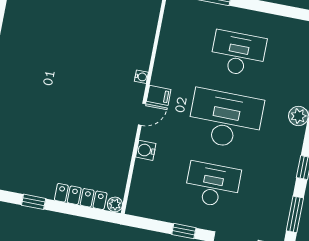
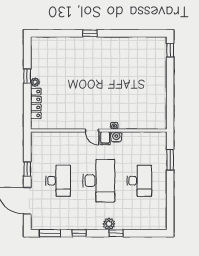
water cooler: (146, 150) -> (116, 137), moved
plant: (115, 204) -> (35, 82), moved

